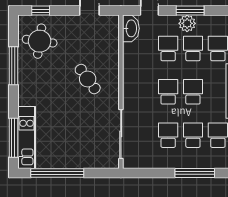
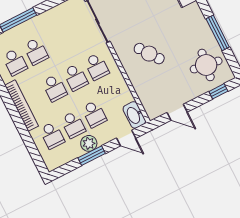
school desk: (168, 135) -> (97, 67), moved

